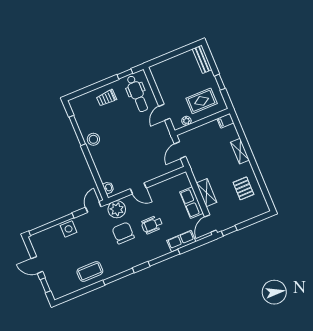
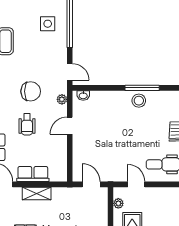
window: (77, 131) -> (142, 88), moved
plant: (117, 209) -> (62, 99), width x0.53, depth x0.53
wheelchair: (152, 225) -> (27, 124), turned 180
side table: (69, 229) -> (48, 24), moved

